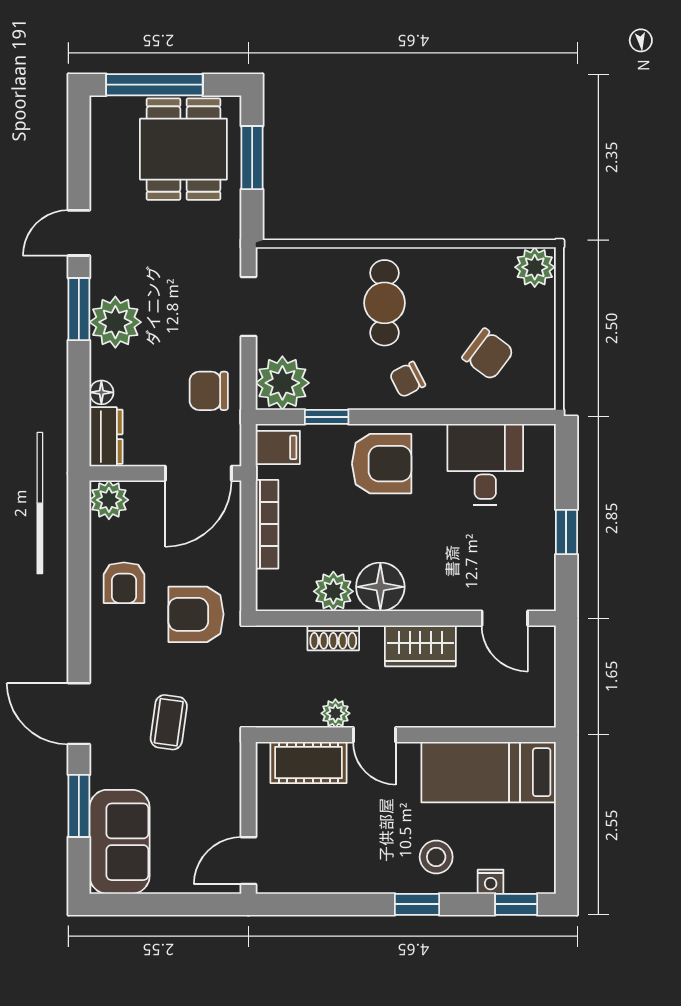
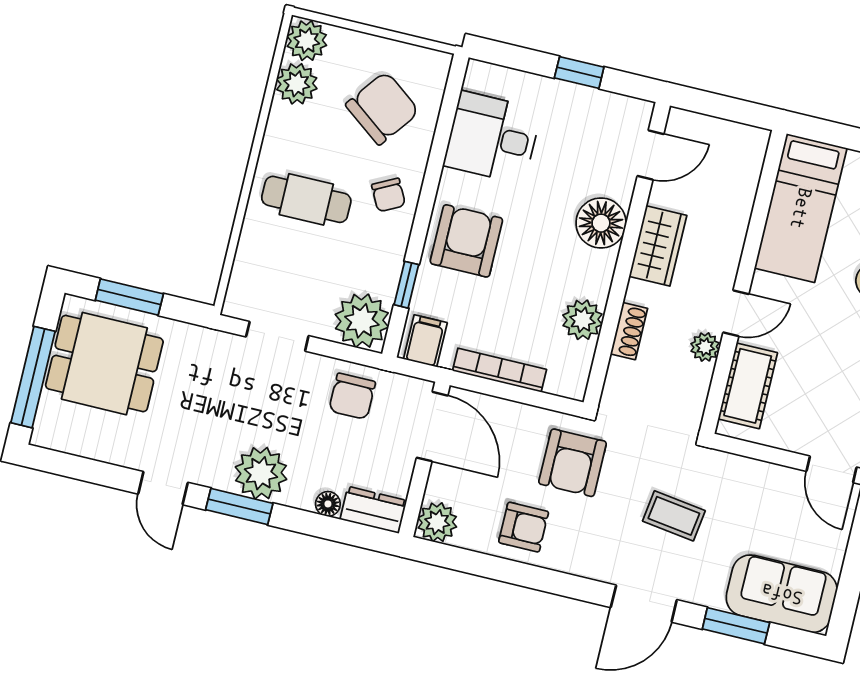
plant: (492, 268) -> (297, 84), added
chair: (488, 354) -> (382, 108), width x1.37, depth x1.37
floor lamp: (380, 587) -> (601, 223), moved

